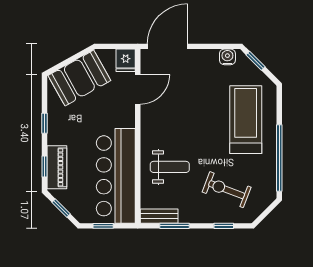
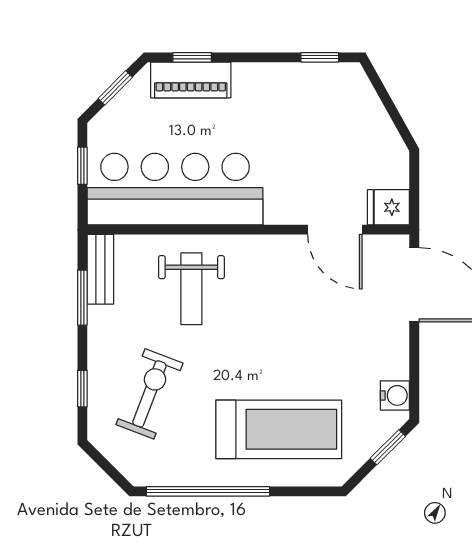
booth: (79, 78) -> (356, 122), removed
window: (45, 123) -> (320, 57), moved

